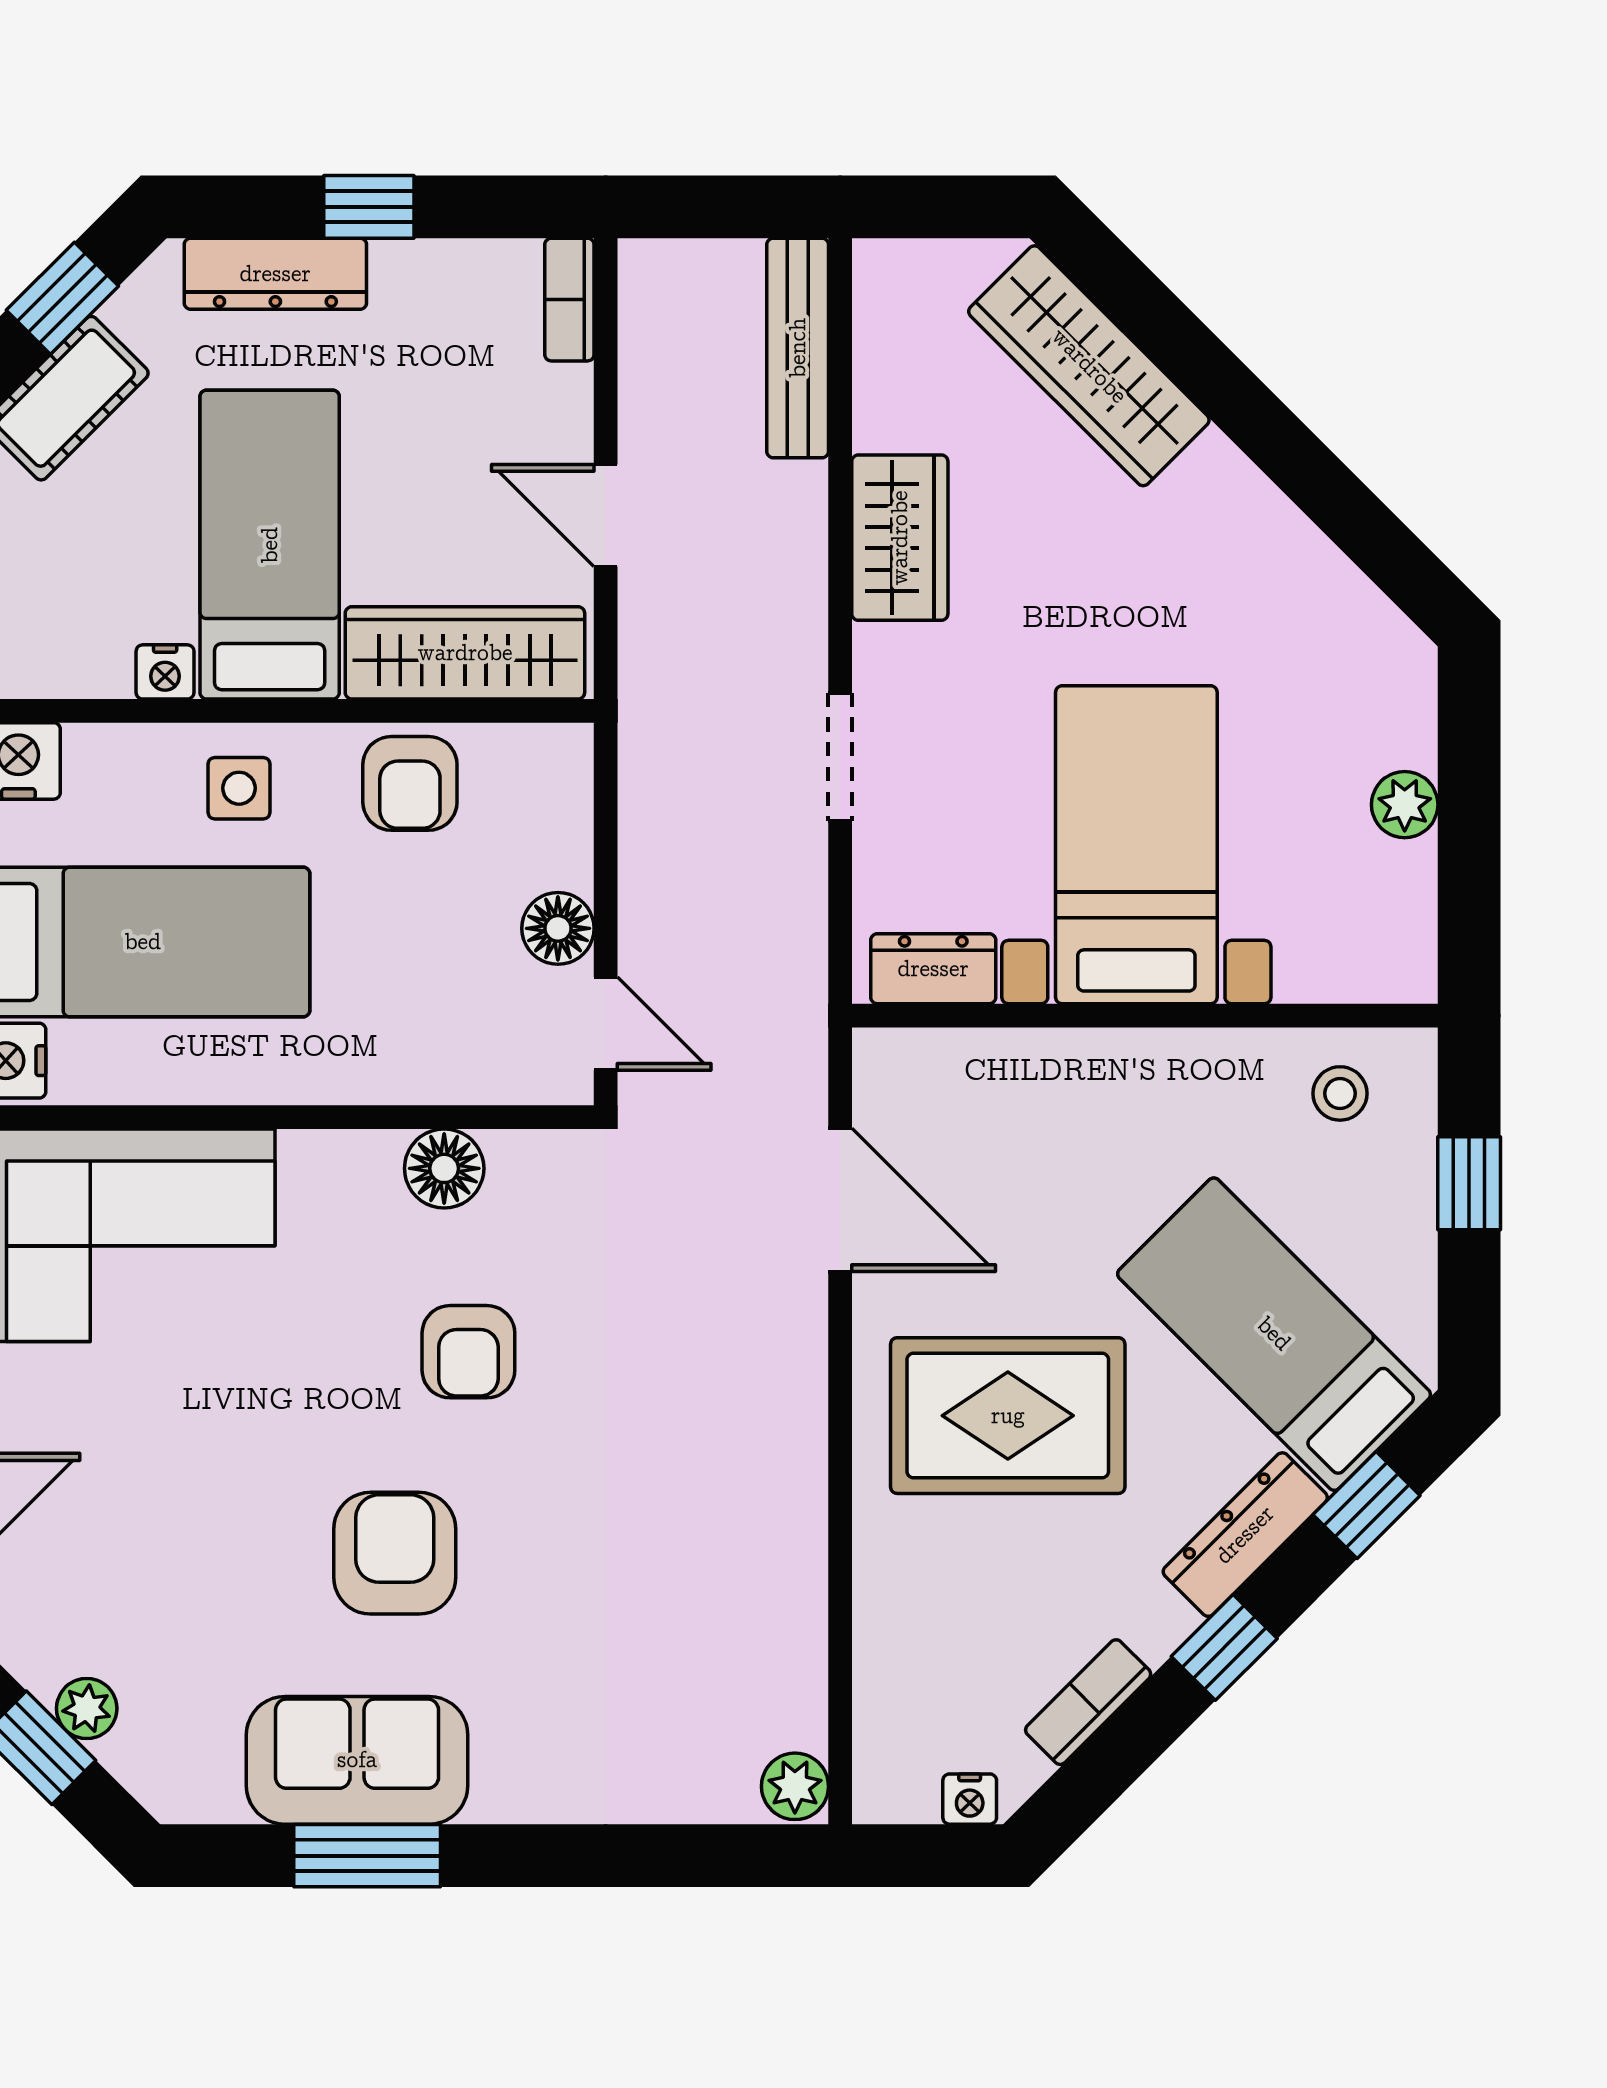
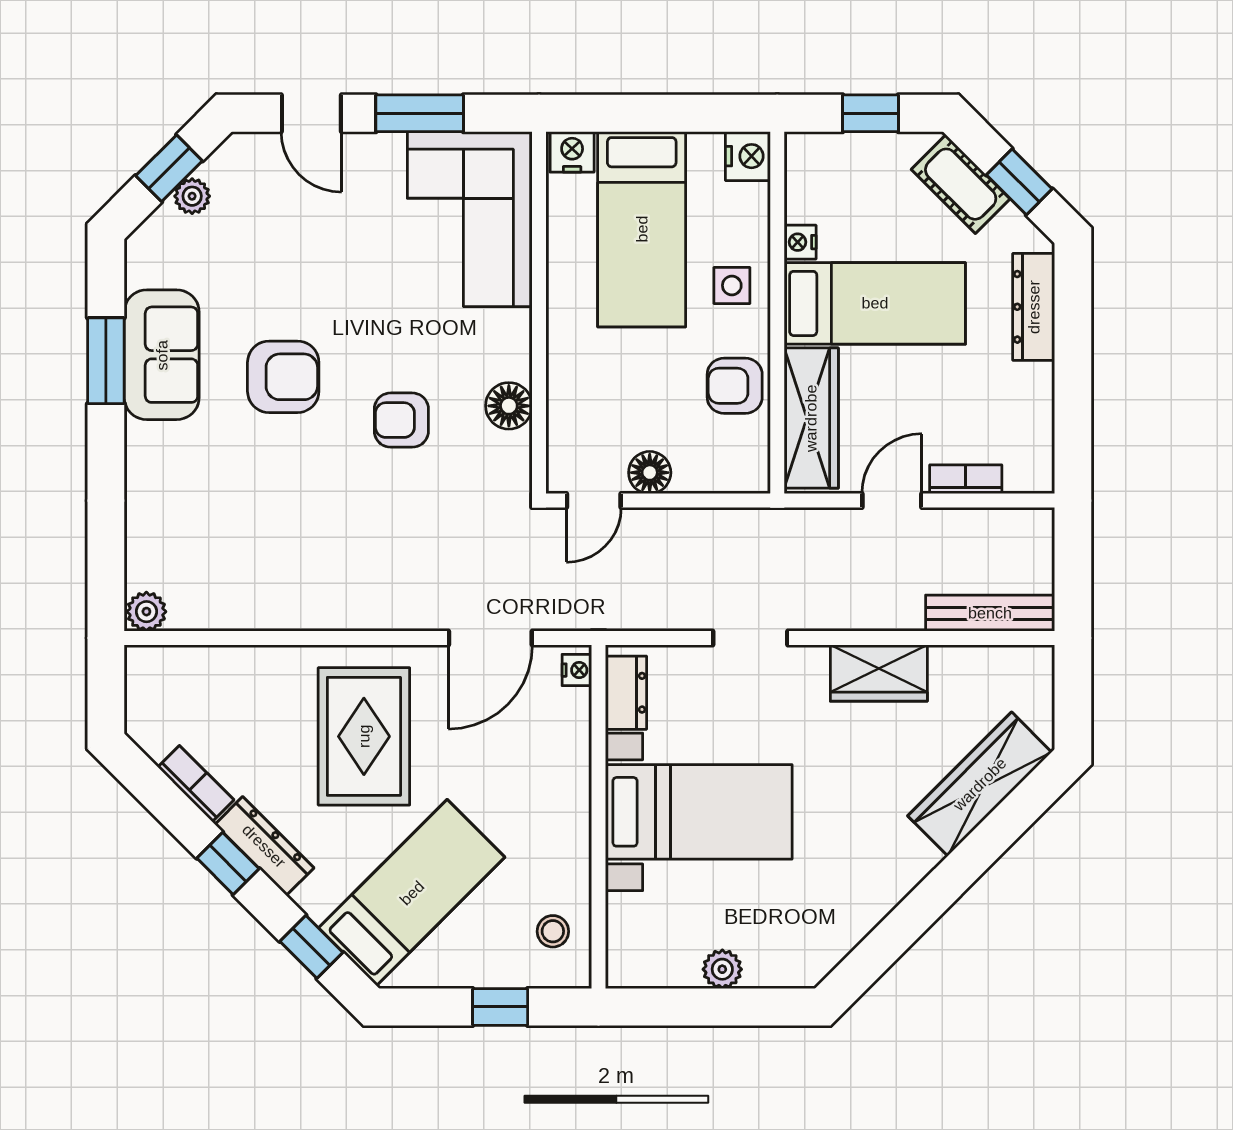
window: (369, 207) -> (1073, 362), removed
bookcase: (569, 300) -> (966, 479), moved
dresser: (1245, 1535) -> (264, 846), moved
nightstand: (970, 1799) -> (577, 670), moved, turned 180

